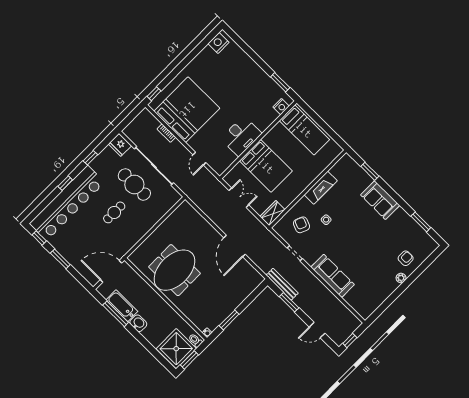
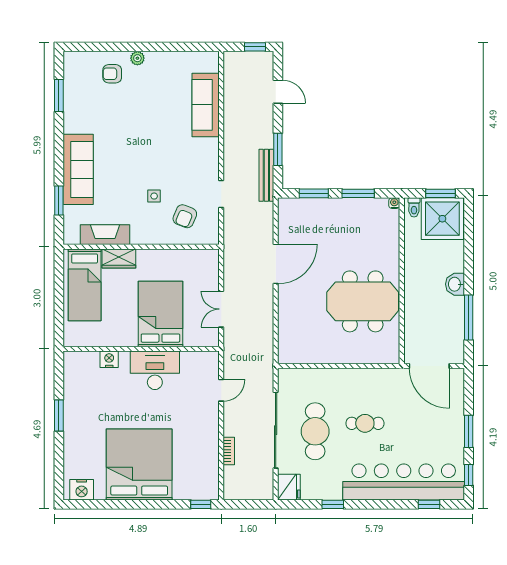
window: (280, 82) -> (59, 416), moved
nightstand: (281, 107) -> (109, 359), moved
bed: (187, 110) -> (139, 465), moved, turned 90
bed: (304, 130) -> (85, 285), moved, turned 180
window: (65, 183) -> (429, 504), moved
fireplace: (321, 188) -> (105, 235), moved
sofa: (380, 200) -> (78, 169), width x1.36
wardrobe: (273, 213) -> (119, 258), moved
sofa: (333, 276) -> (206, 105), moved
window: (250, 298) -> (314, 193), added
bathtub: (122, 306) -> (454, 319), removed

